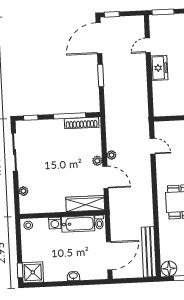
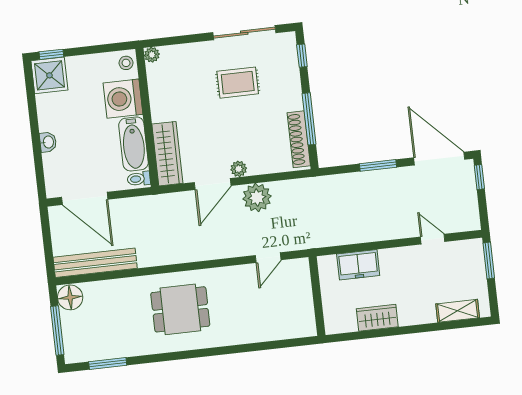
freezer: (159, 68) -> (358, 265), moved
plant: (112, 155) -> (257, 198), width x1.87, depth x1.87
rug: (45, 158) -> (238, 83), added
plant: (23, 191) -> (152, 55), moved
washing machine: (55, 223) -> (123, 99), width x1.89, depth x1.89

